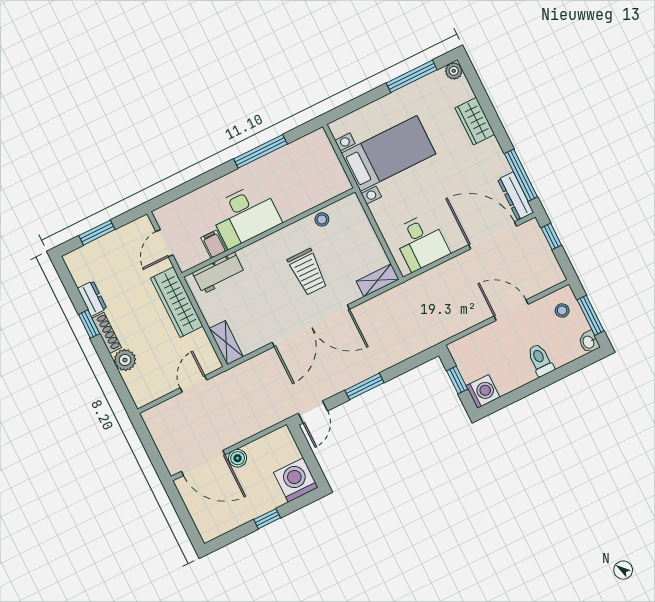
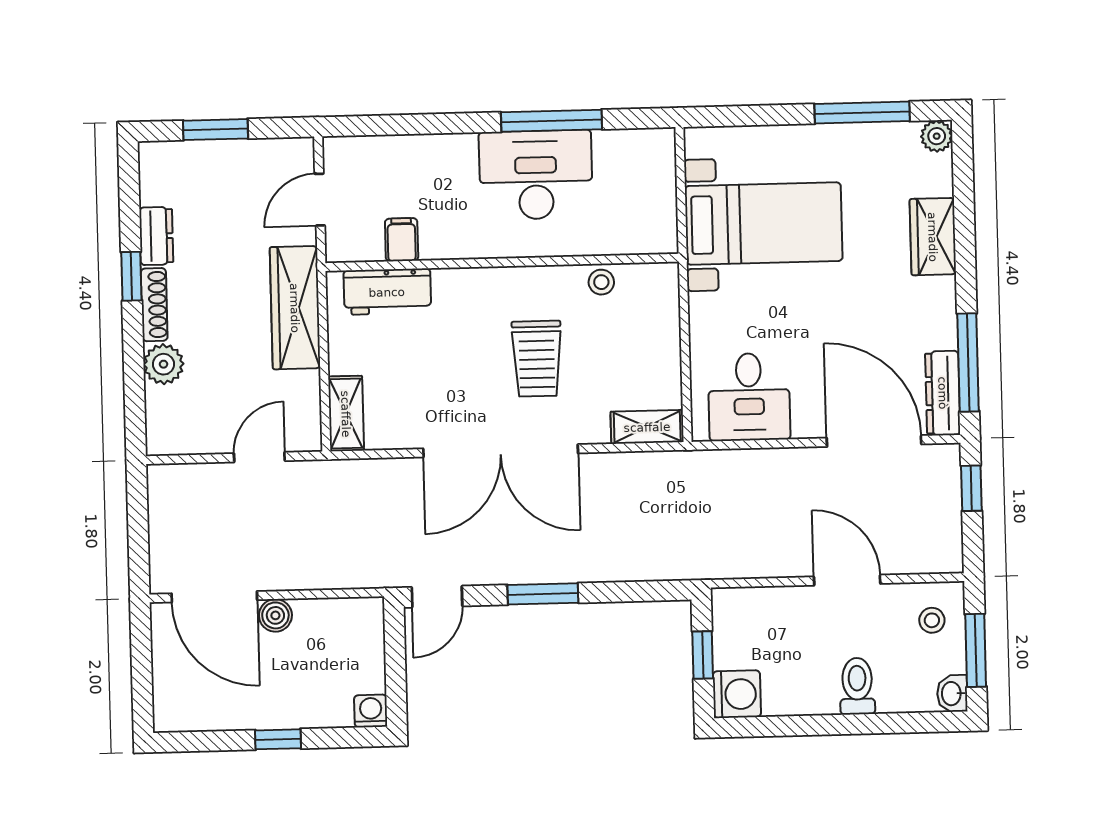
desk: (245, 215) -> (536, 175), moved, turned 180
washing machine: (296, 480) -> (371, 711), width x0.53, depth x0.53

